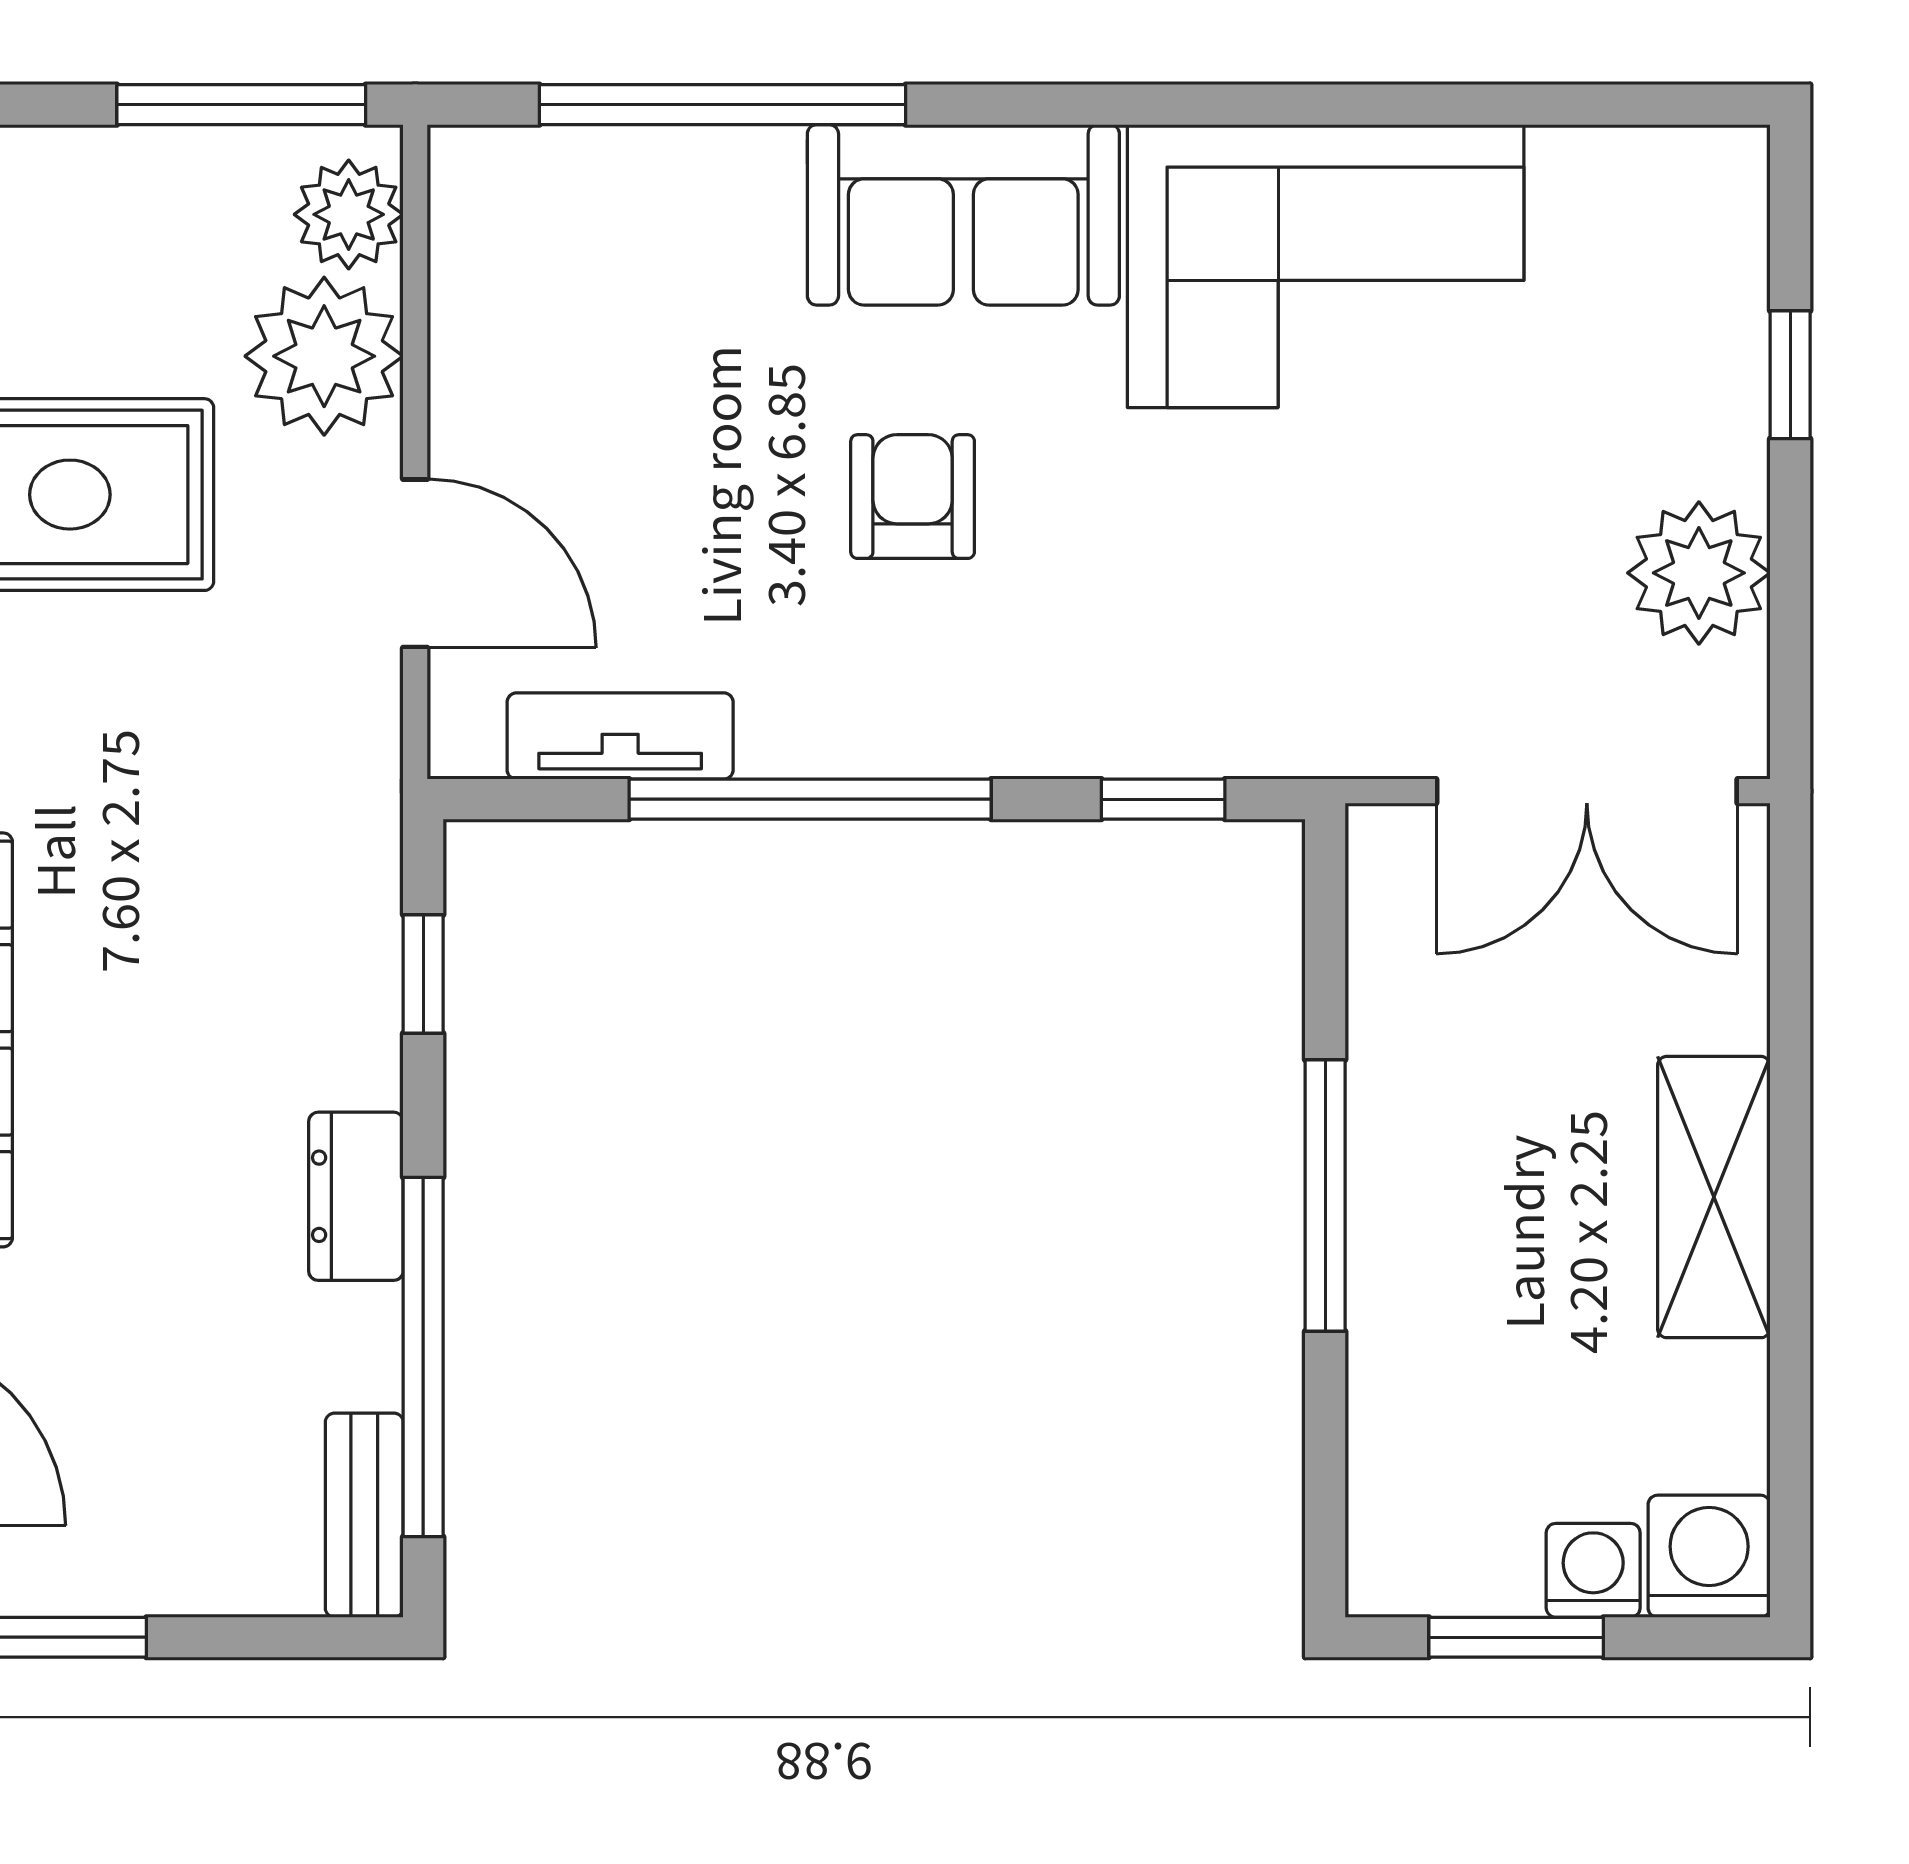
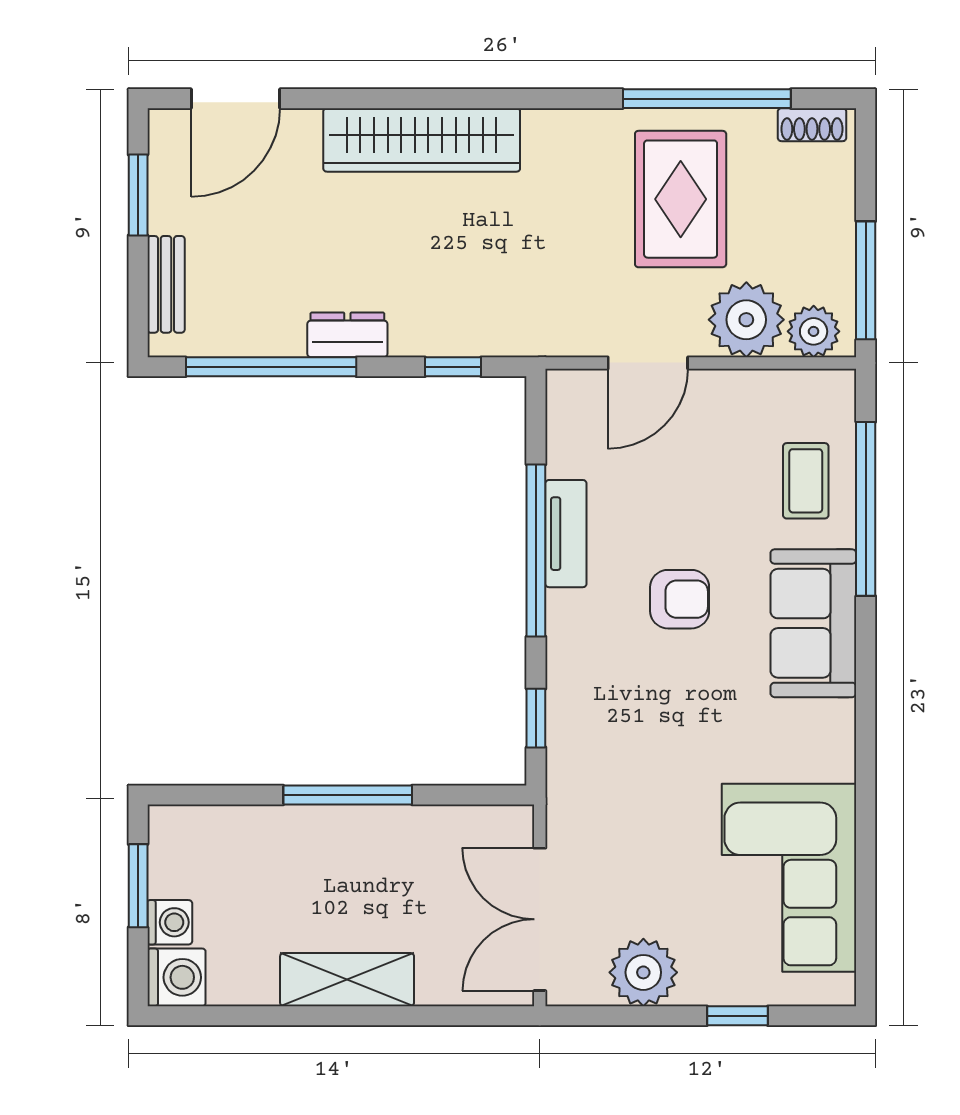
coffee table: (663, 231) -> (806, 481), added
corner sofa: (1326, 266) -> (789, 878), moved
tv unit: (620, 736) -> (566, 534), moved
bench: (364, 1515) -> (166, 284), moved, turned 90

